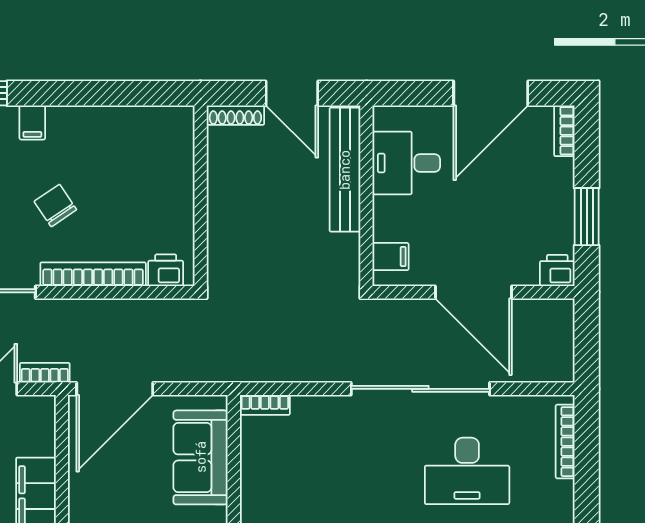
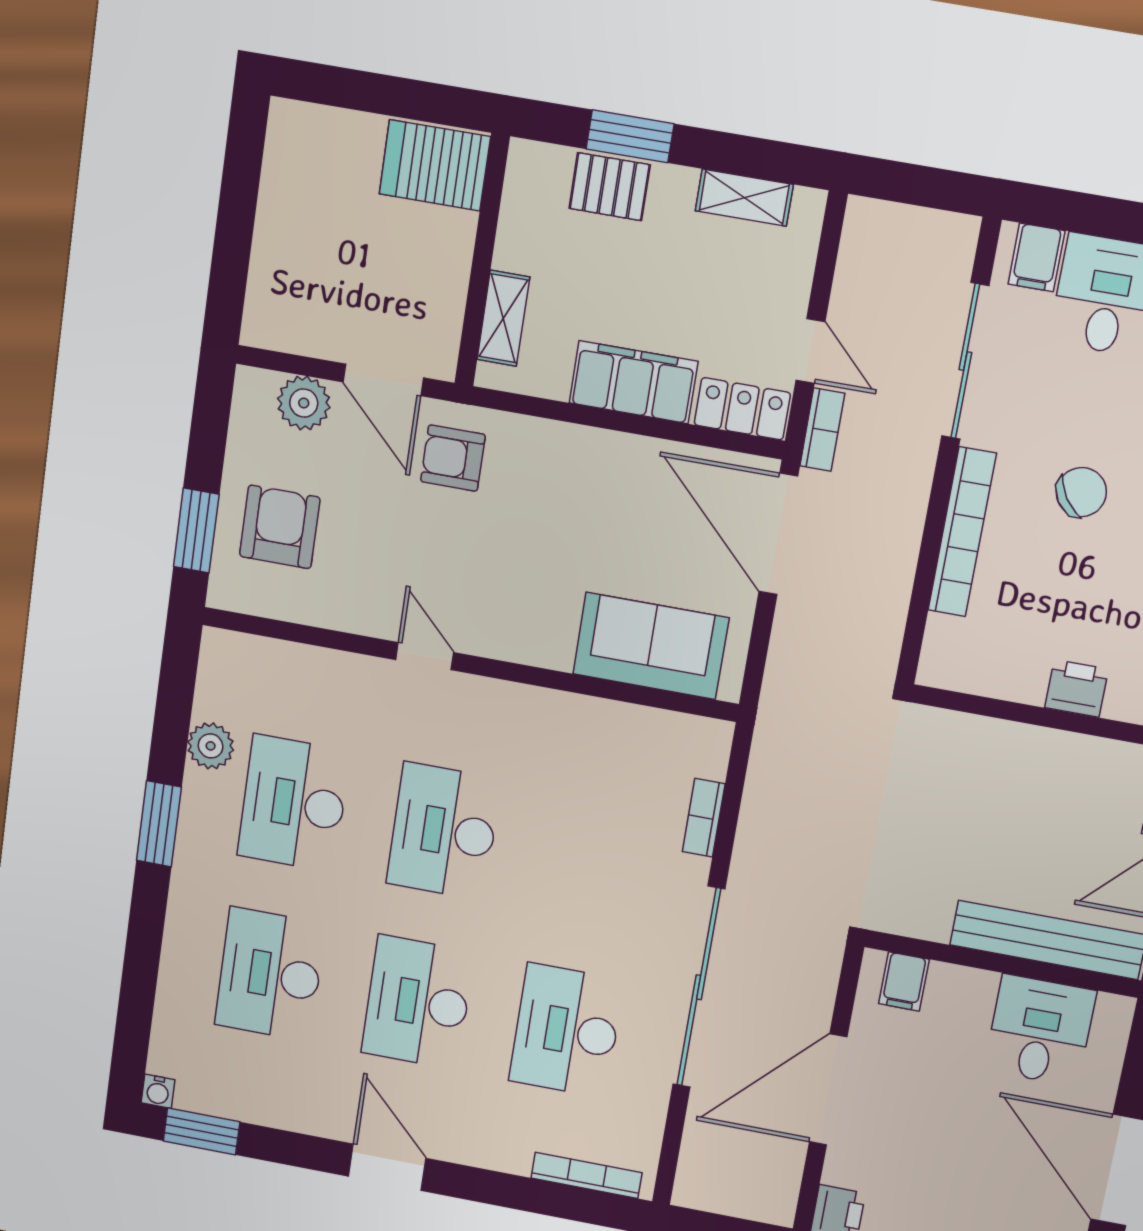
printer: (166, 270) -> (1077, 688), moved, turned -90
bookcase: (265, 405) -> (704, 818), moved
locker: (41, 425) -> (742, 409), added

